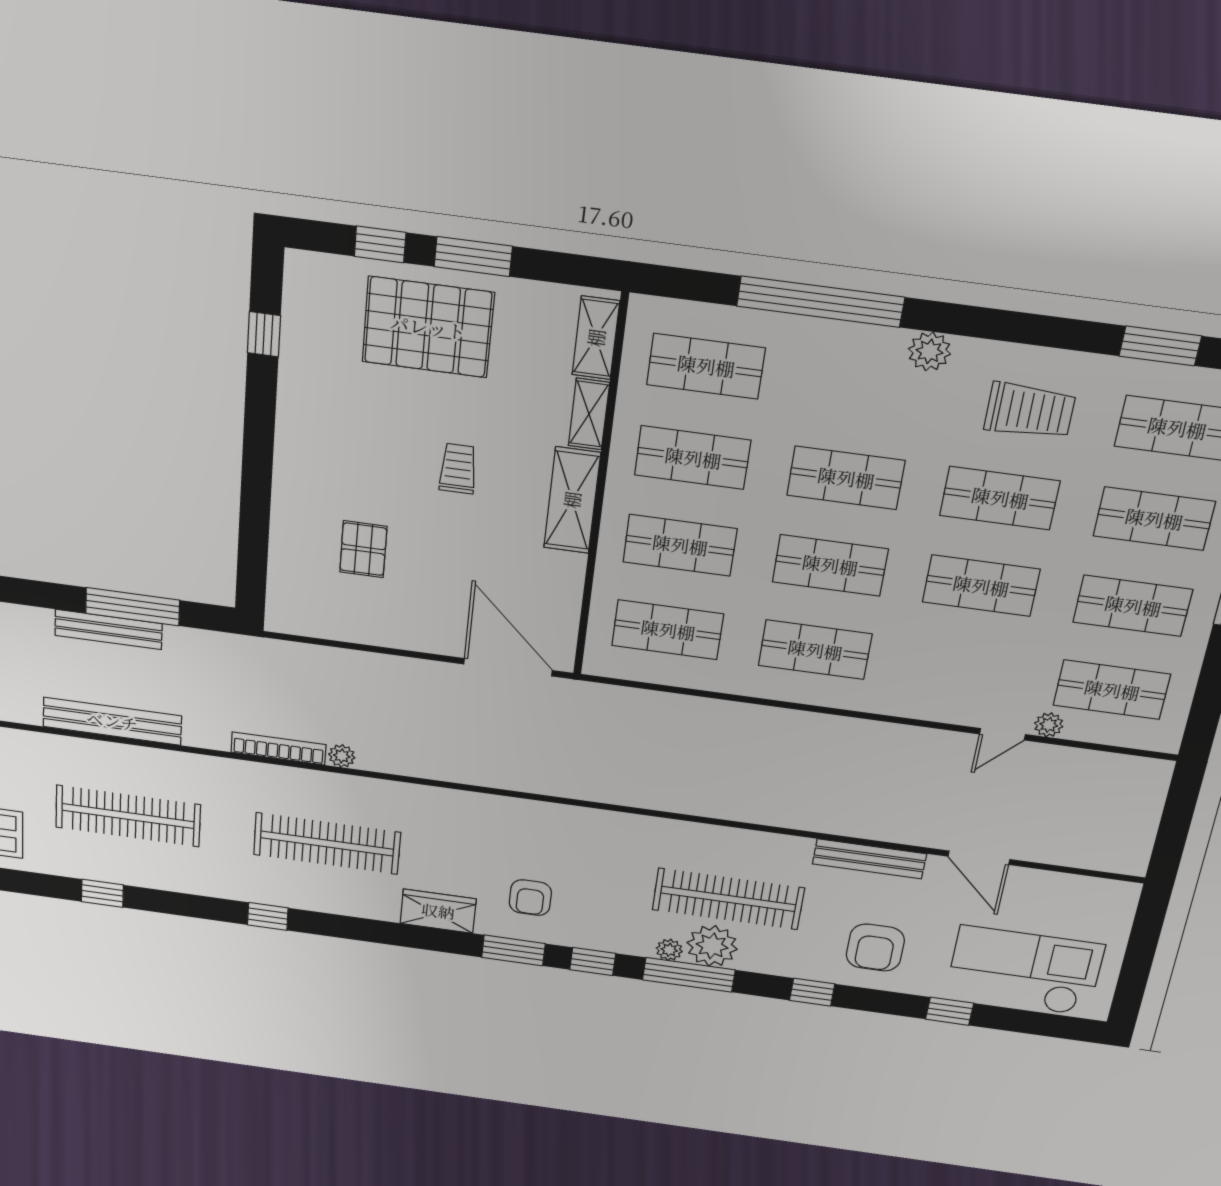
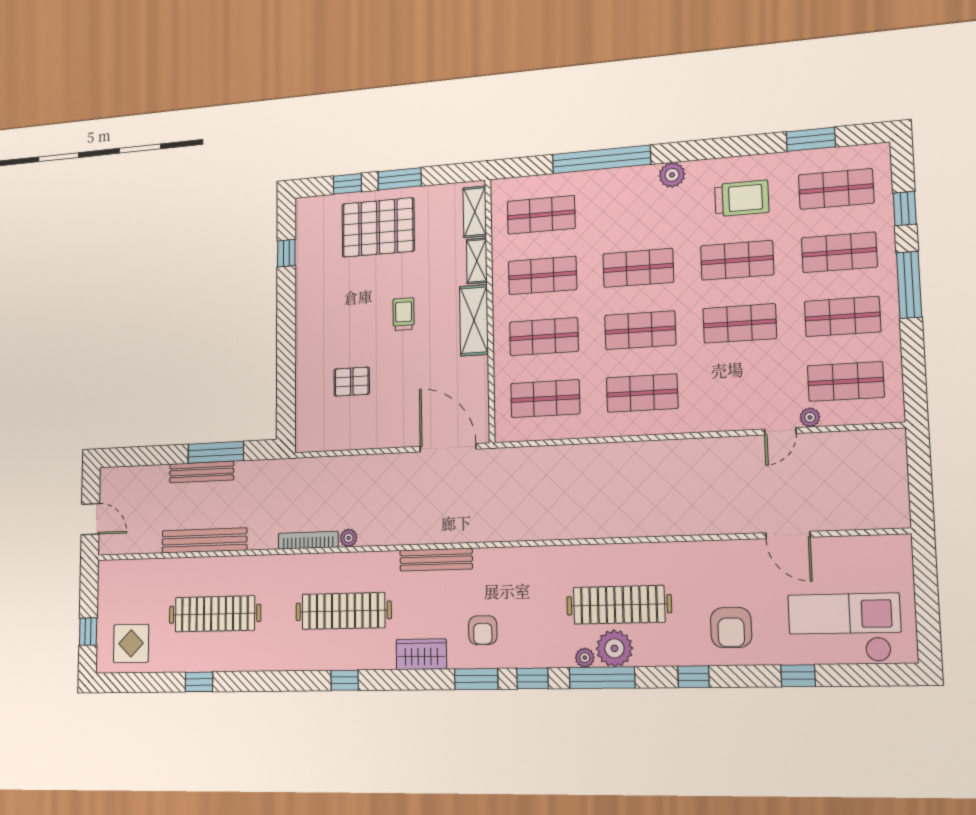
pallet: (363, 549) -> (352, 382), turned 90
bench: (869, 859) -> (436, 560), moved
window: (268, 916) -> (345, 680), moved

